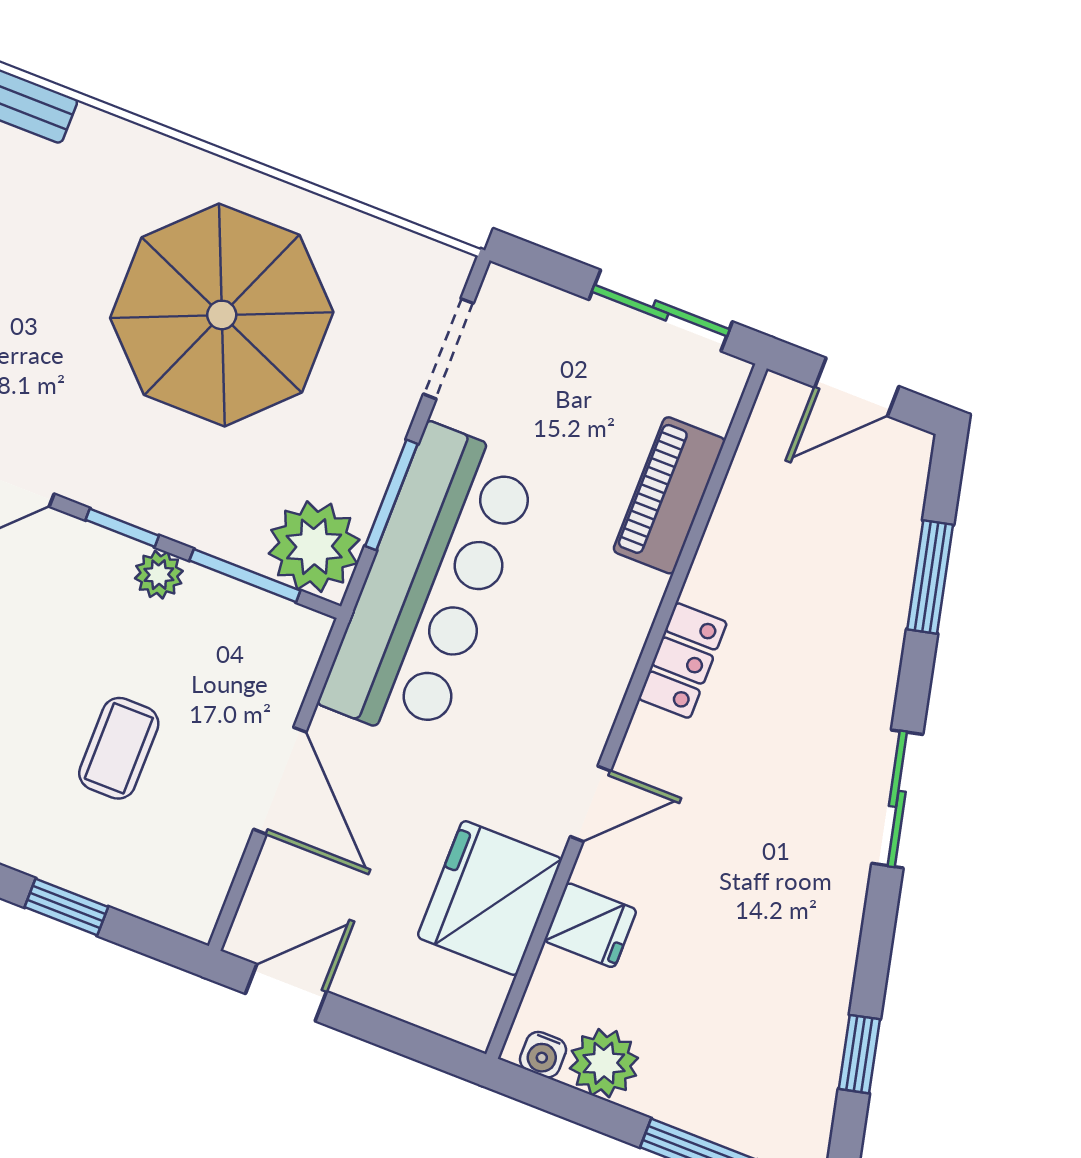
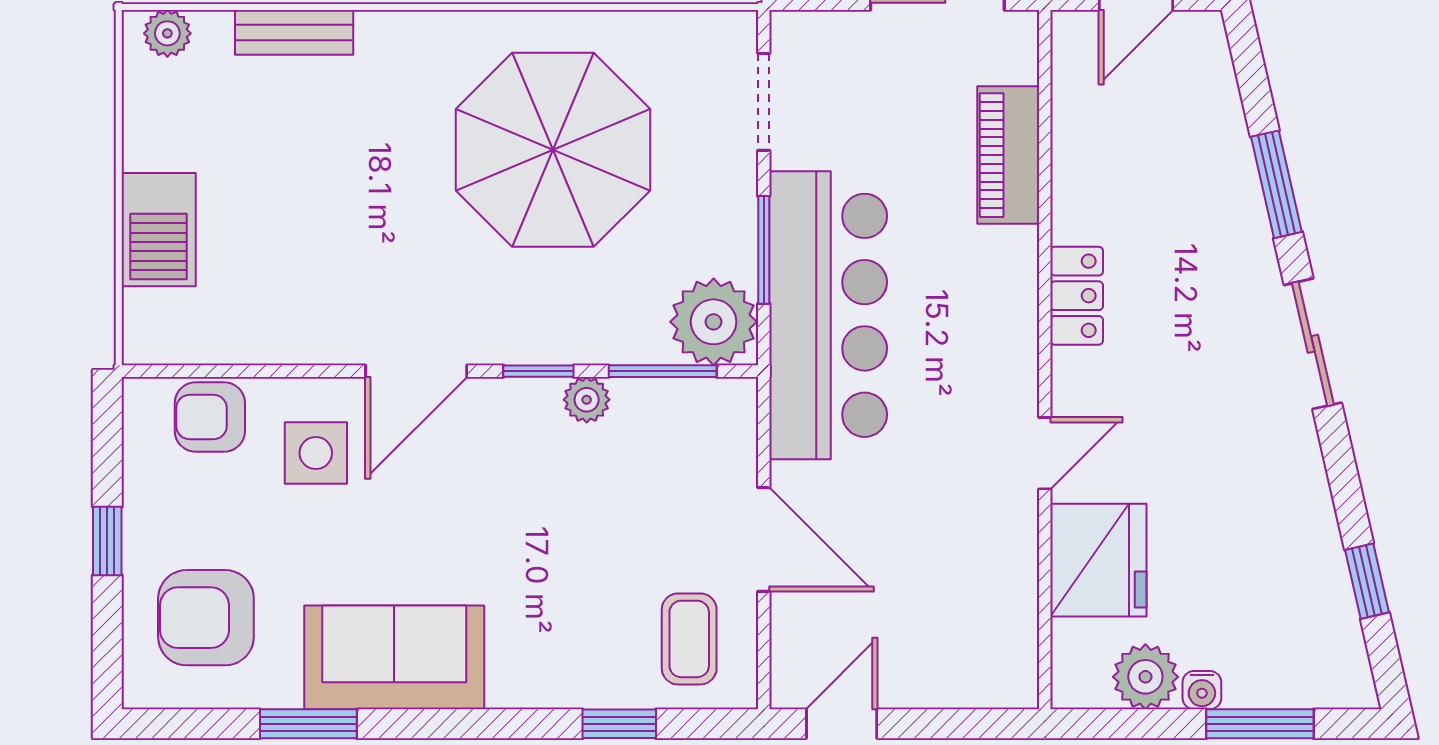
window: (930, 577) -> (1276, 184), moved
coffee table: (119, 748) -> (689, 639), moved
fridge: (490, 898) -> (988, 571), removed
fridge: (590, 925) -> (1098, 560), width x1.88, depth x1.34
water cooler: (543, 1055) -> (1202, 690), moved

